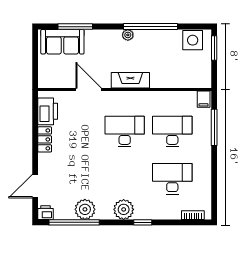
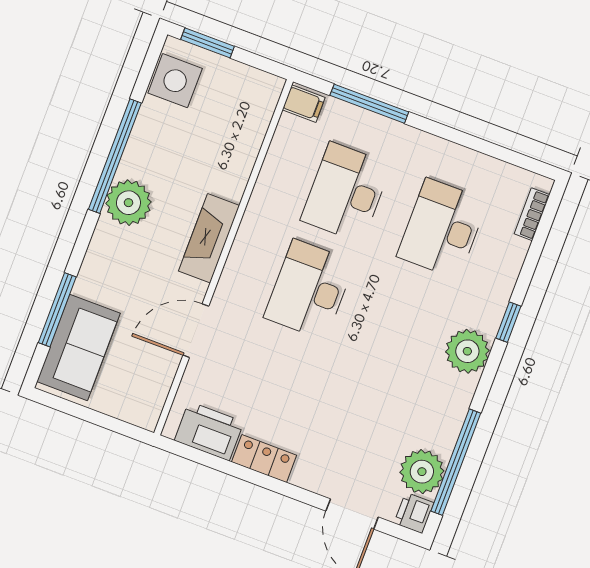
plant: (128, 35) -> (128, 203), width x1.88, depth x1.88
plant: (85, 209) -> (422, 472), moved

